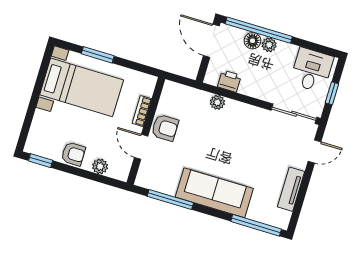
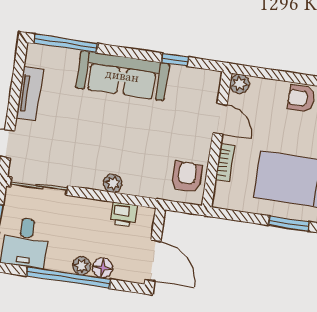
window: (259, 30) -> (69, 278), moved
plant: (217, 102) -> (113, 183), moved
armchair: (165, 128) -> (187, 177), moved, turned 90
plant: (100, 166) -> (239, 84), moved
window: (170, 200) -> (175, 60), width x0.46

